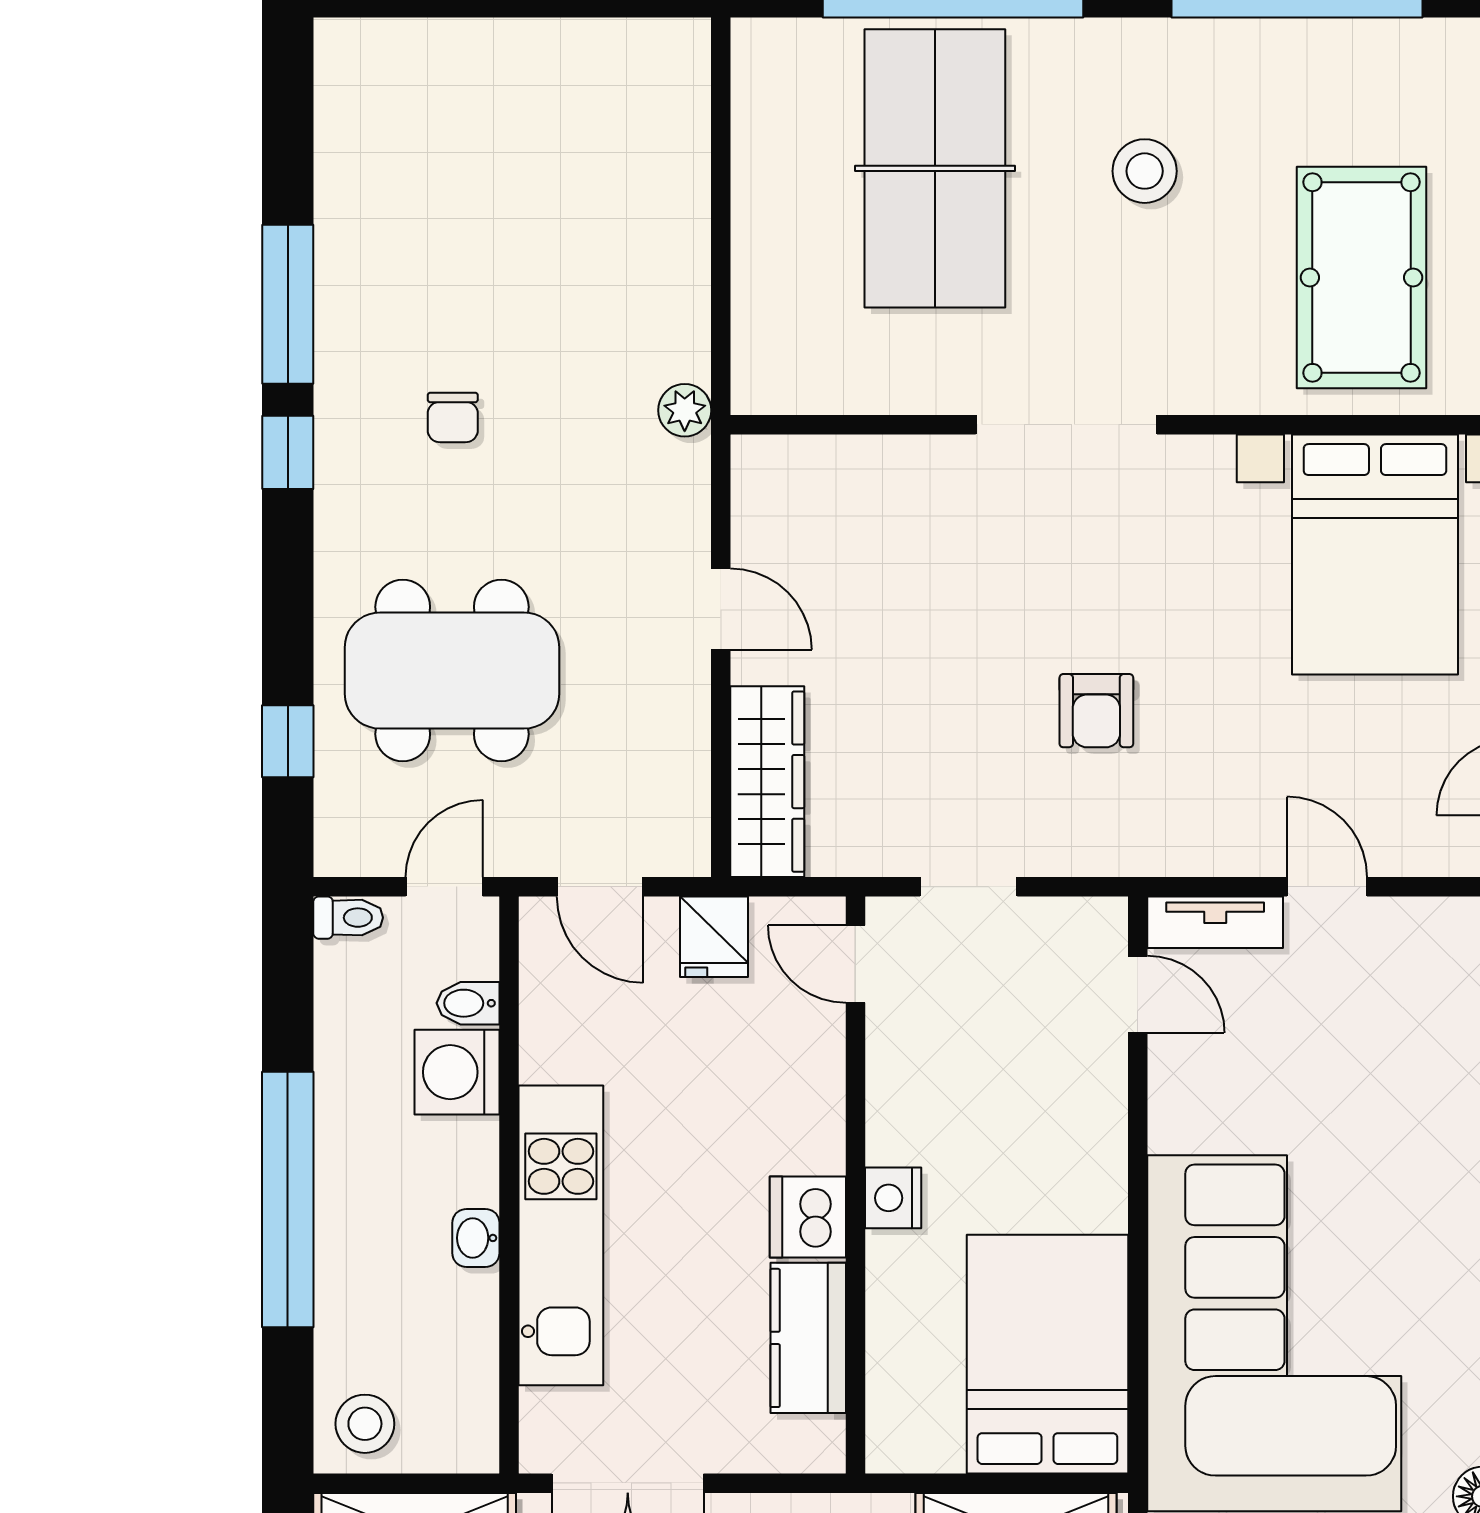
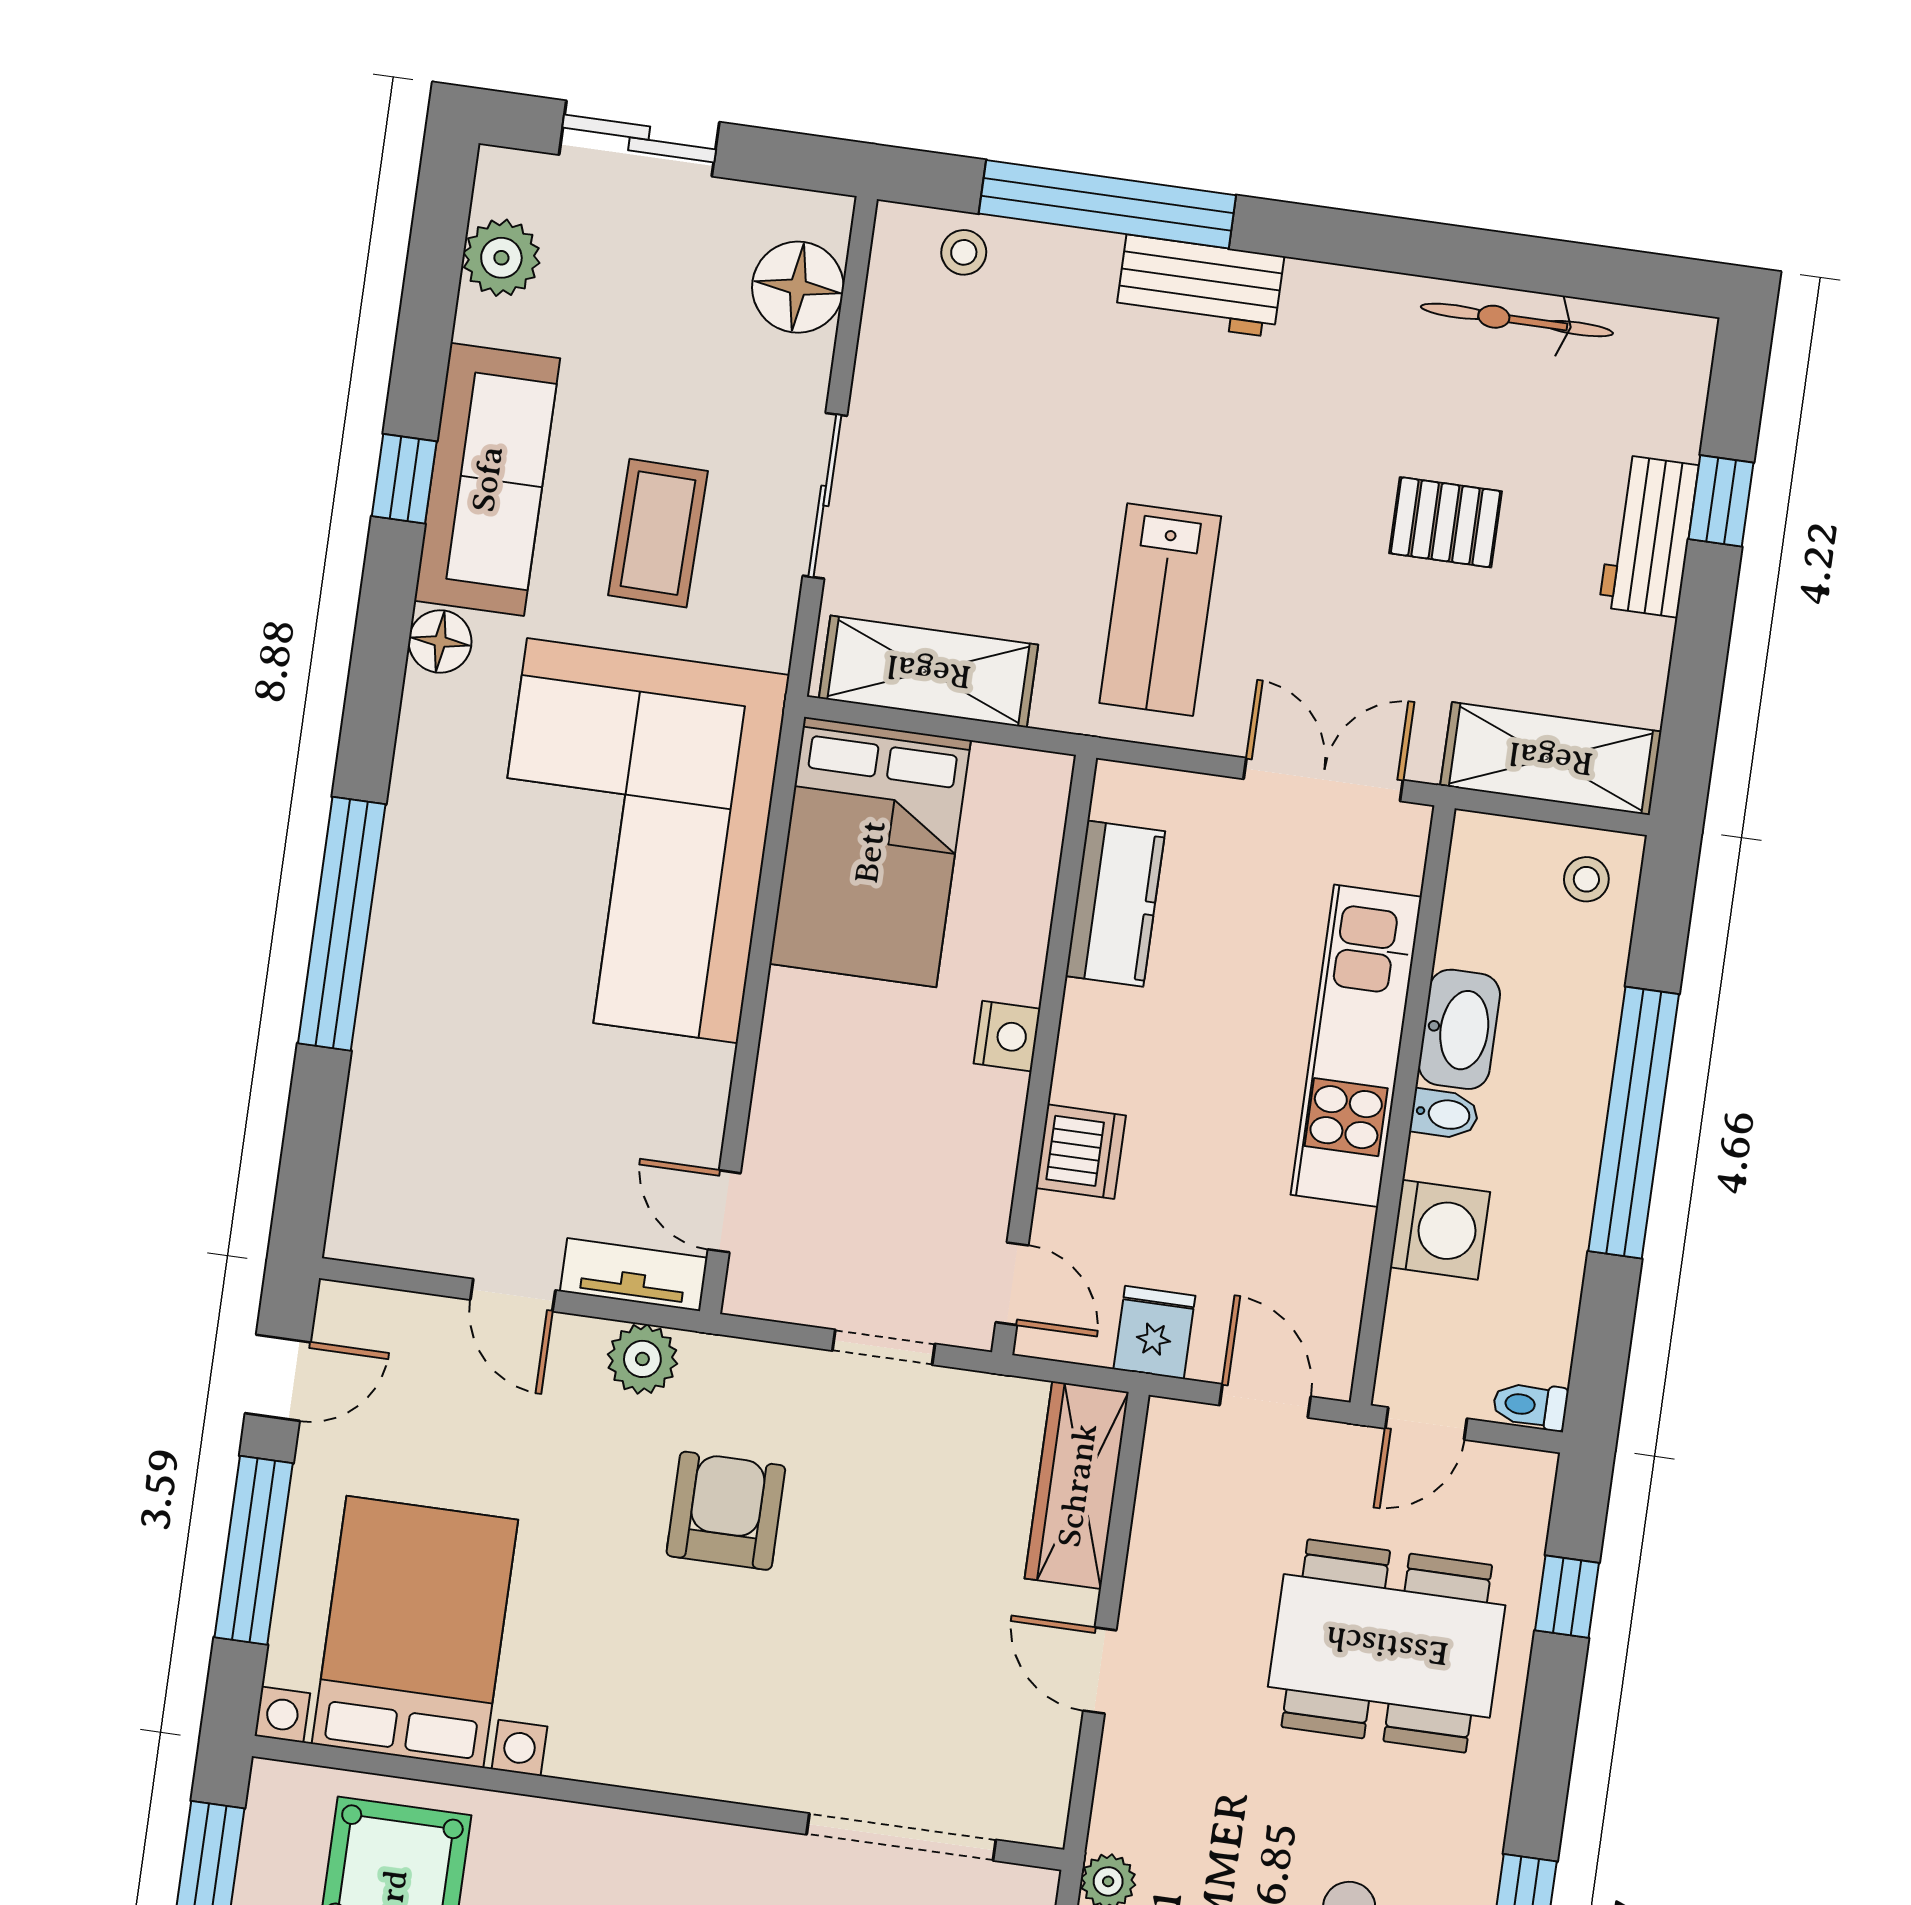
doorway: (1066, 425) -> (901, 1837), moved
armchair: (1096, 711) -> (726, 1511), width x1.38, depth x1.38
plant: (1196, 843) -> (642, 1359), added
bidet: (468, 1003) -> (1445, 1114), moved
dishwasher: (808, 1217) -> (1081, 1152), moved
washbasin: (476, 1238) -> (1459, 1029), width x1.91, depth x1.45
stool: (365, 1424) -> (1586, 879), width x0.73, depth x0.73

